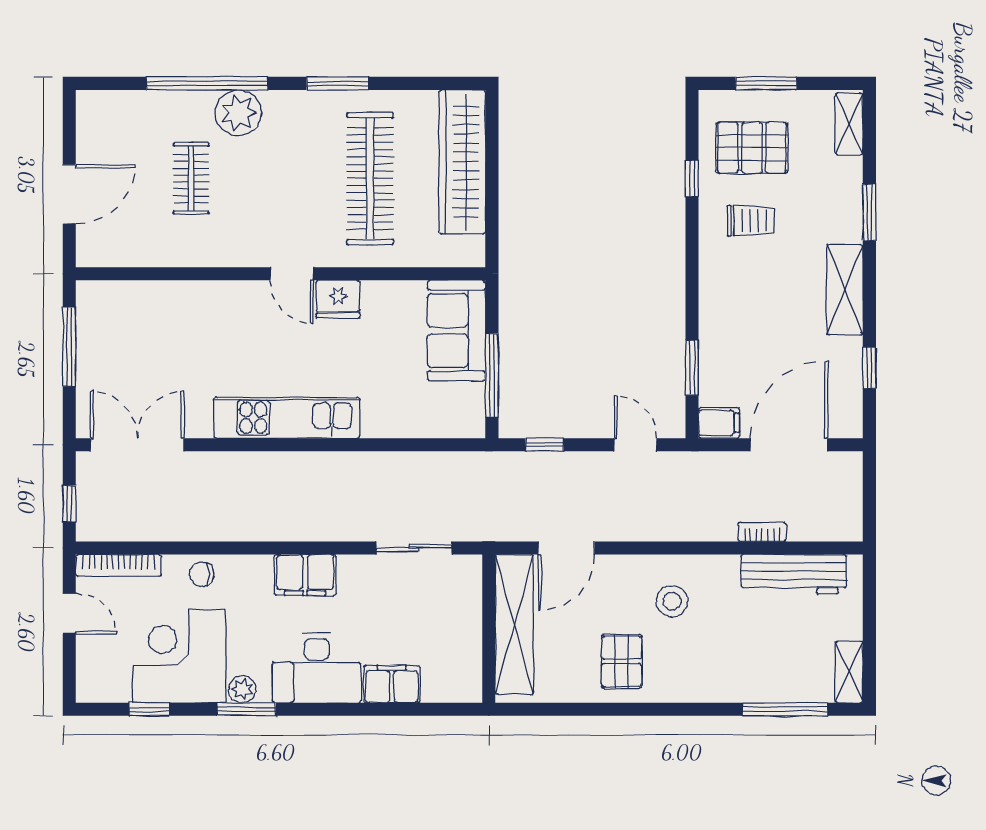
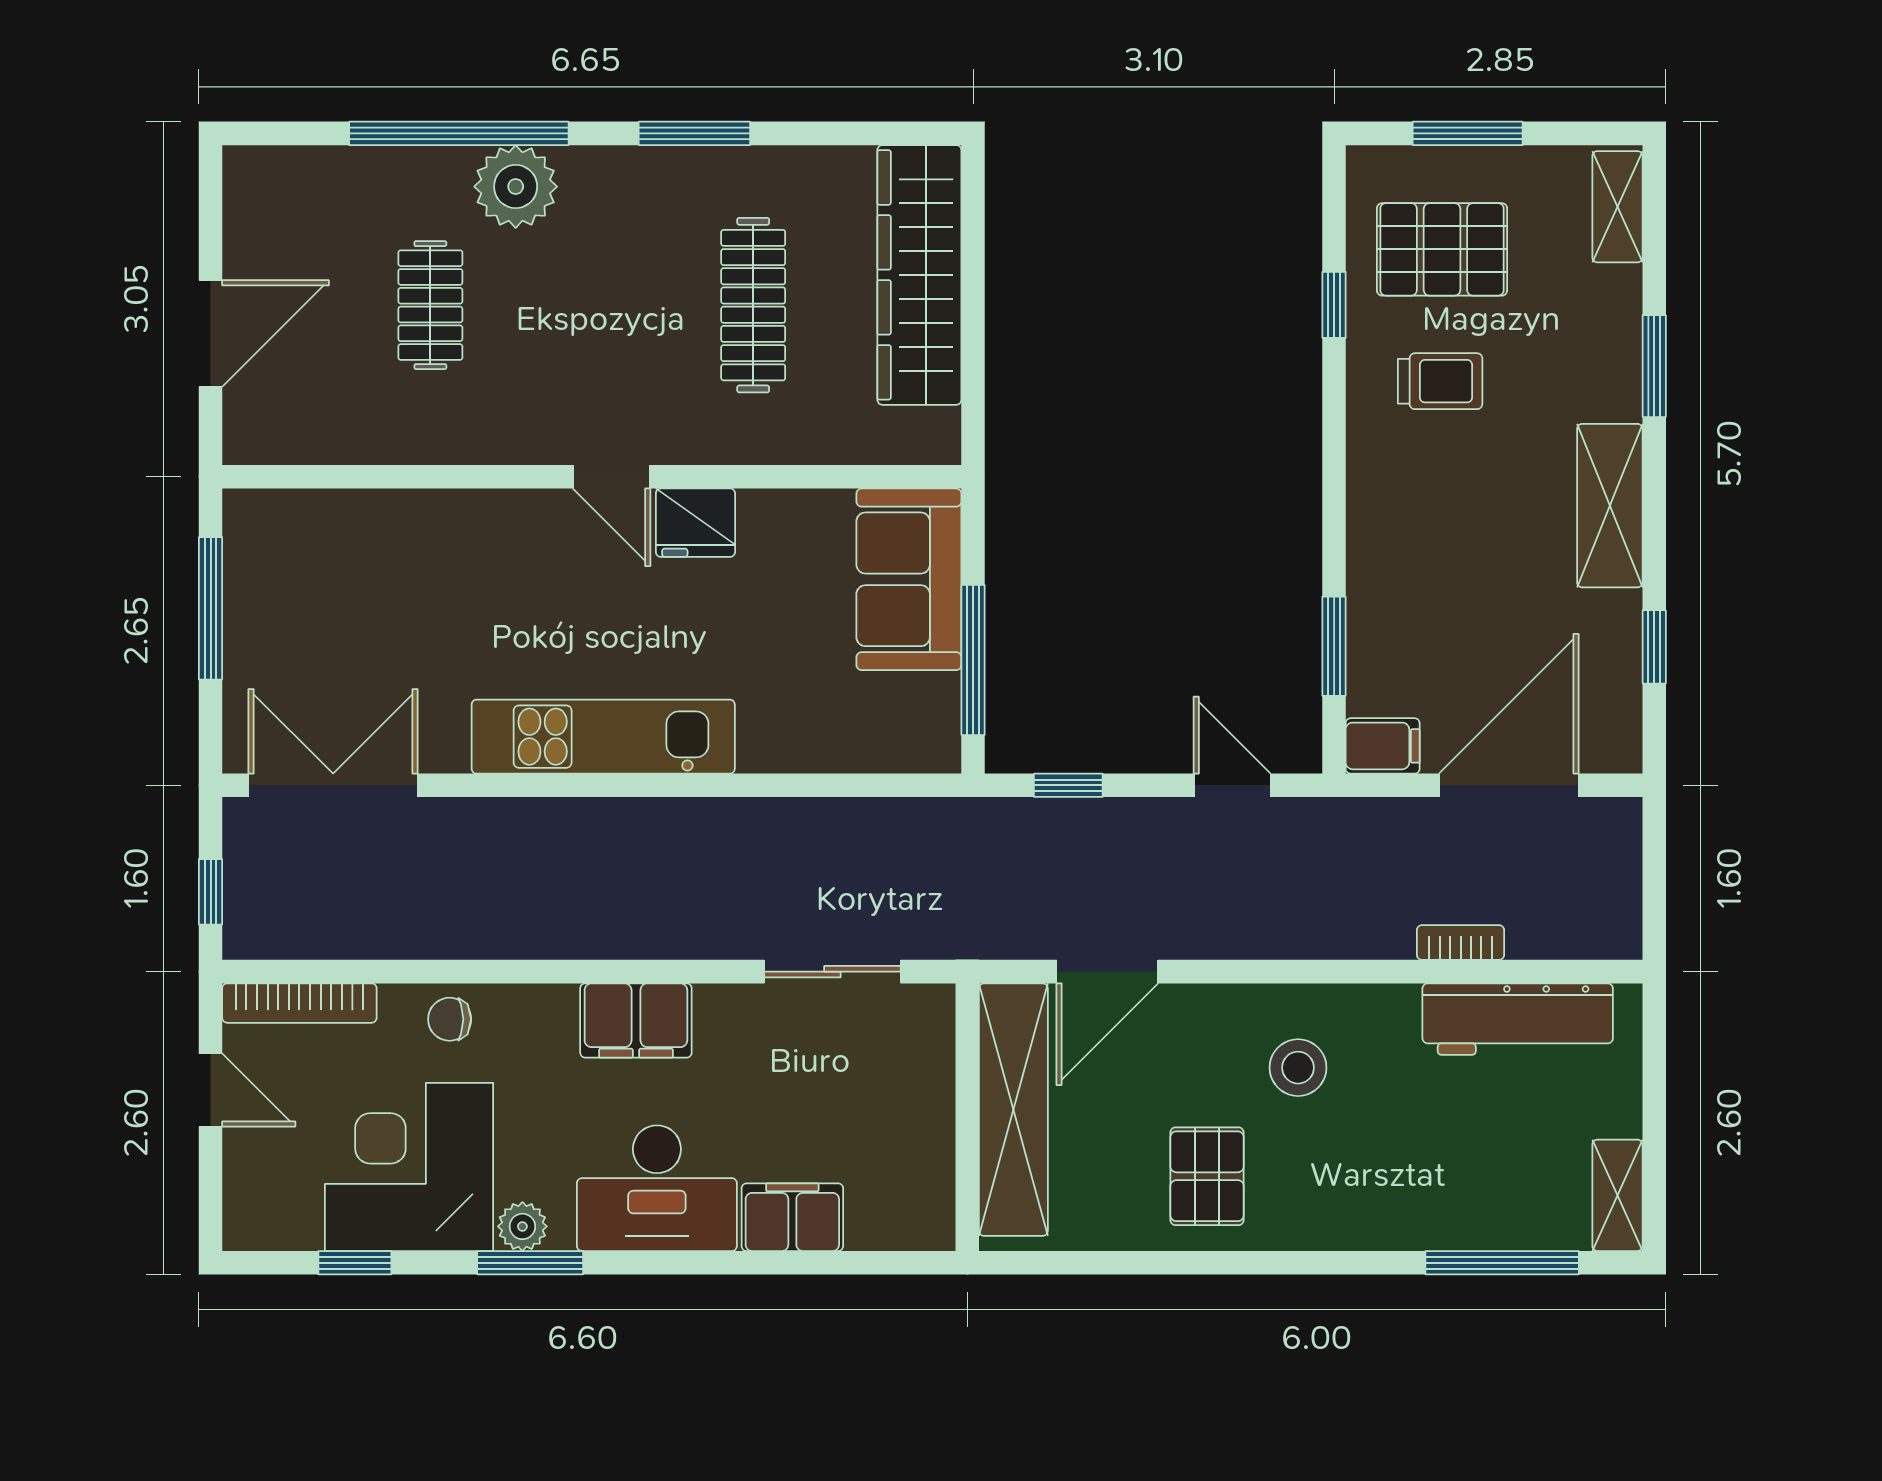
clothes rail: (370, 179) -> (753, 305), width x0.73, depth x0.76

